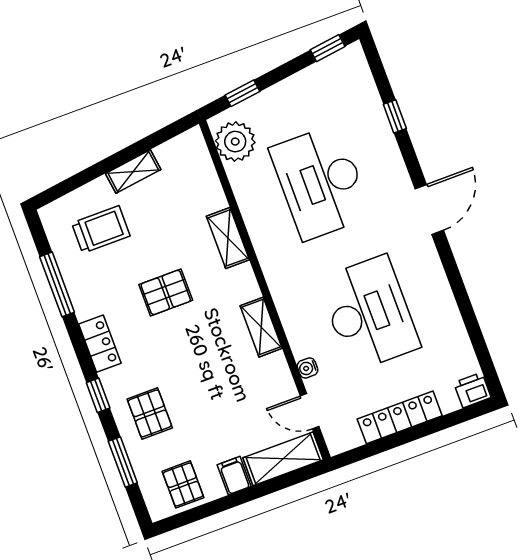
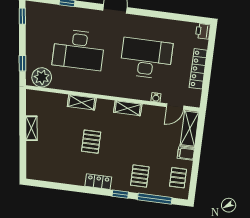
trolley: (101, 229) -> (49, 155), removed
window: (57, 284) -> (63, 187), removed
pallet: (150, 413) -> (140, 176), turned 90
window: (123, 462) -> (155, 199), width x1.44
pallet: (183, 484) -> (178, 178), turned 90

